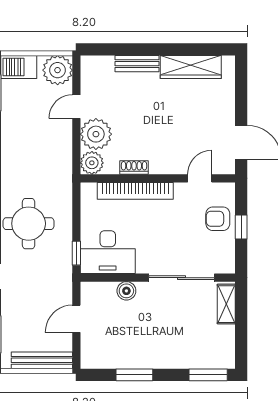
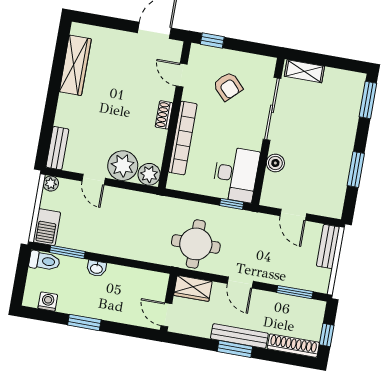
bench: (137, 64) -> (57, 148), moved
plant: (58, 70) -> (51, 184), width x0.53, depth x0.53
shoe rack: (134, 167) -> (164, 115), moved
armchair: (218, 219) -> (228, 86), moved, turned -44
window: (241, 227) -> (212, 41), moved
bench: (42, 360) -> (328, 246), width x0.73

